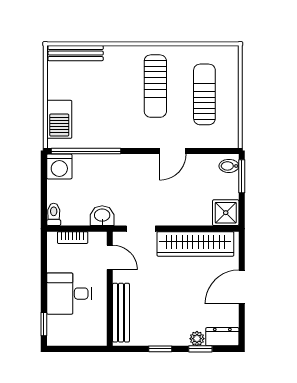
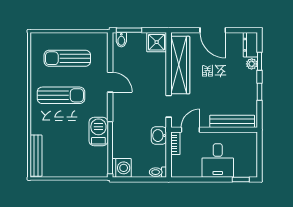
barbecue: (59, 119) -> (98, 131), moved, turned -90
bookcase: (73, 238) -> (175, 143), moved

